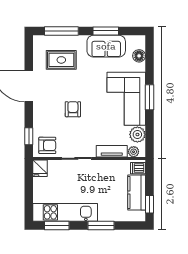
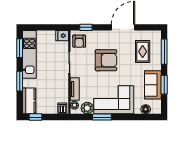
window: (149, 97) -> (102, 117), moved
armchair: (73, 109) -> (106, 60), width x1.88, depth x1.88
kitchen counter: (137, 192) -> (29, 101), moved, turned 90

